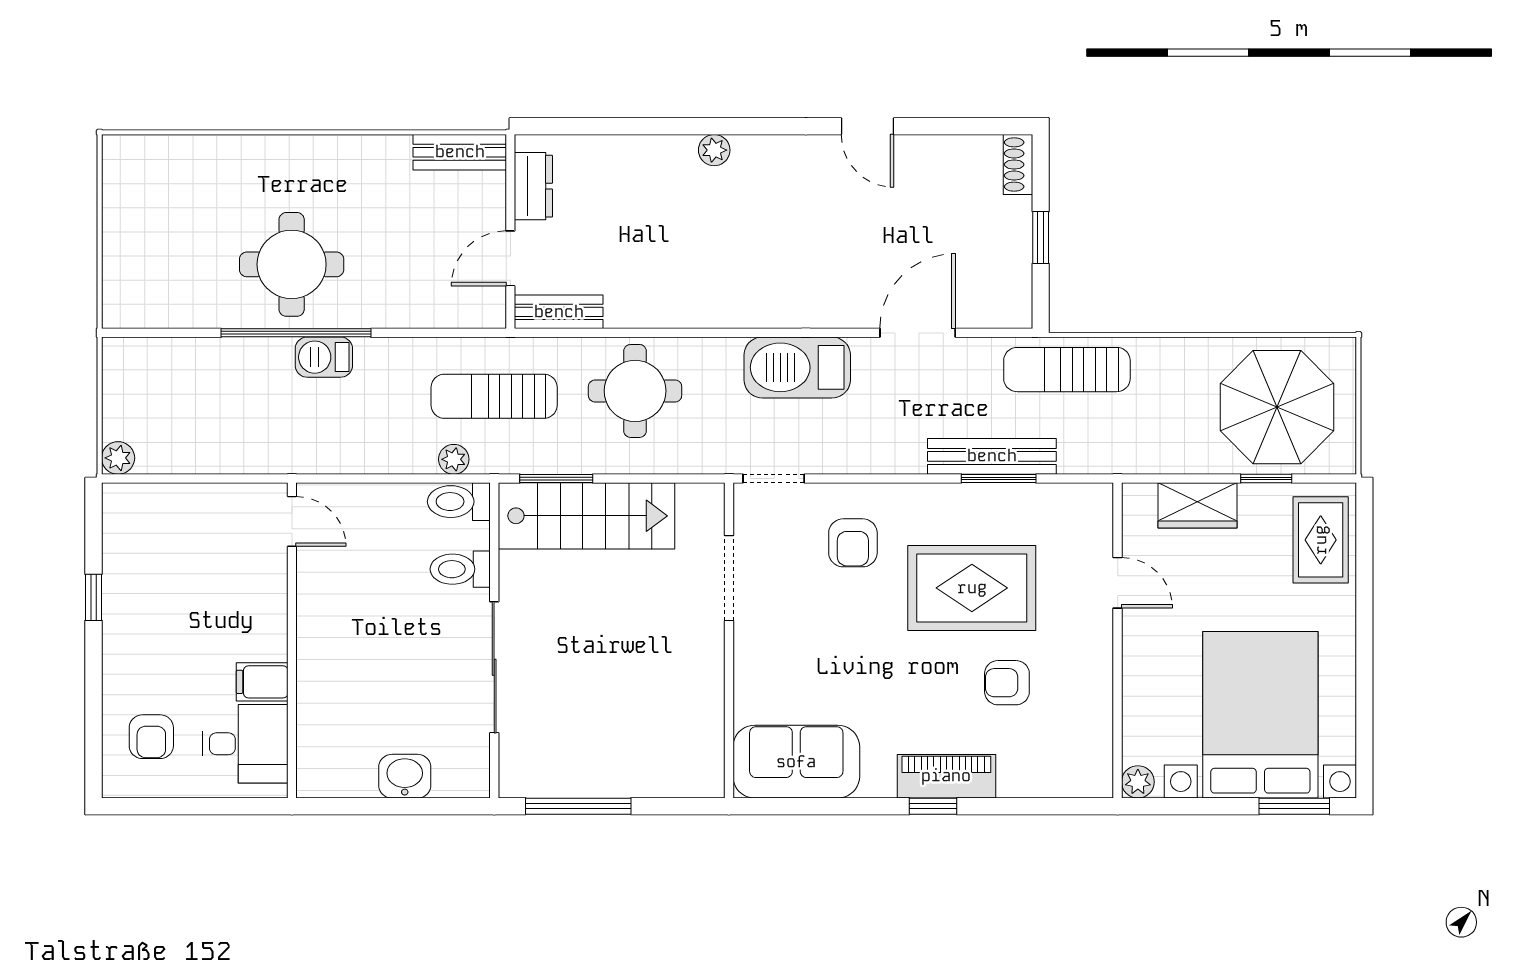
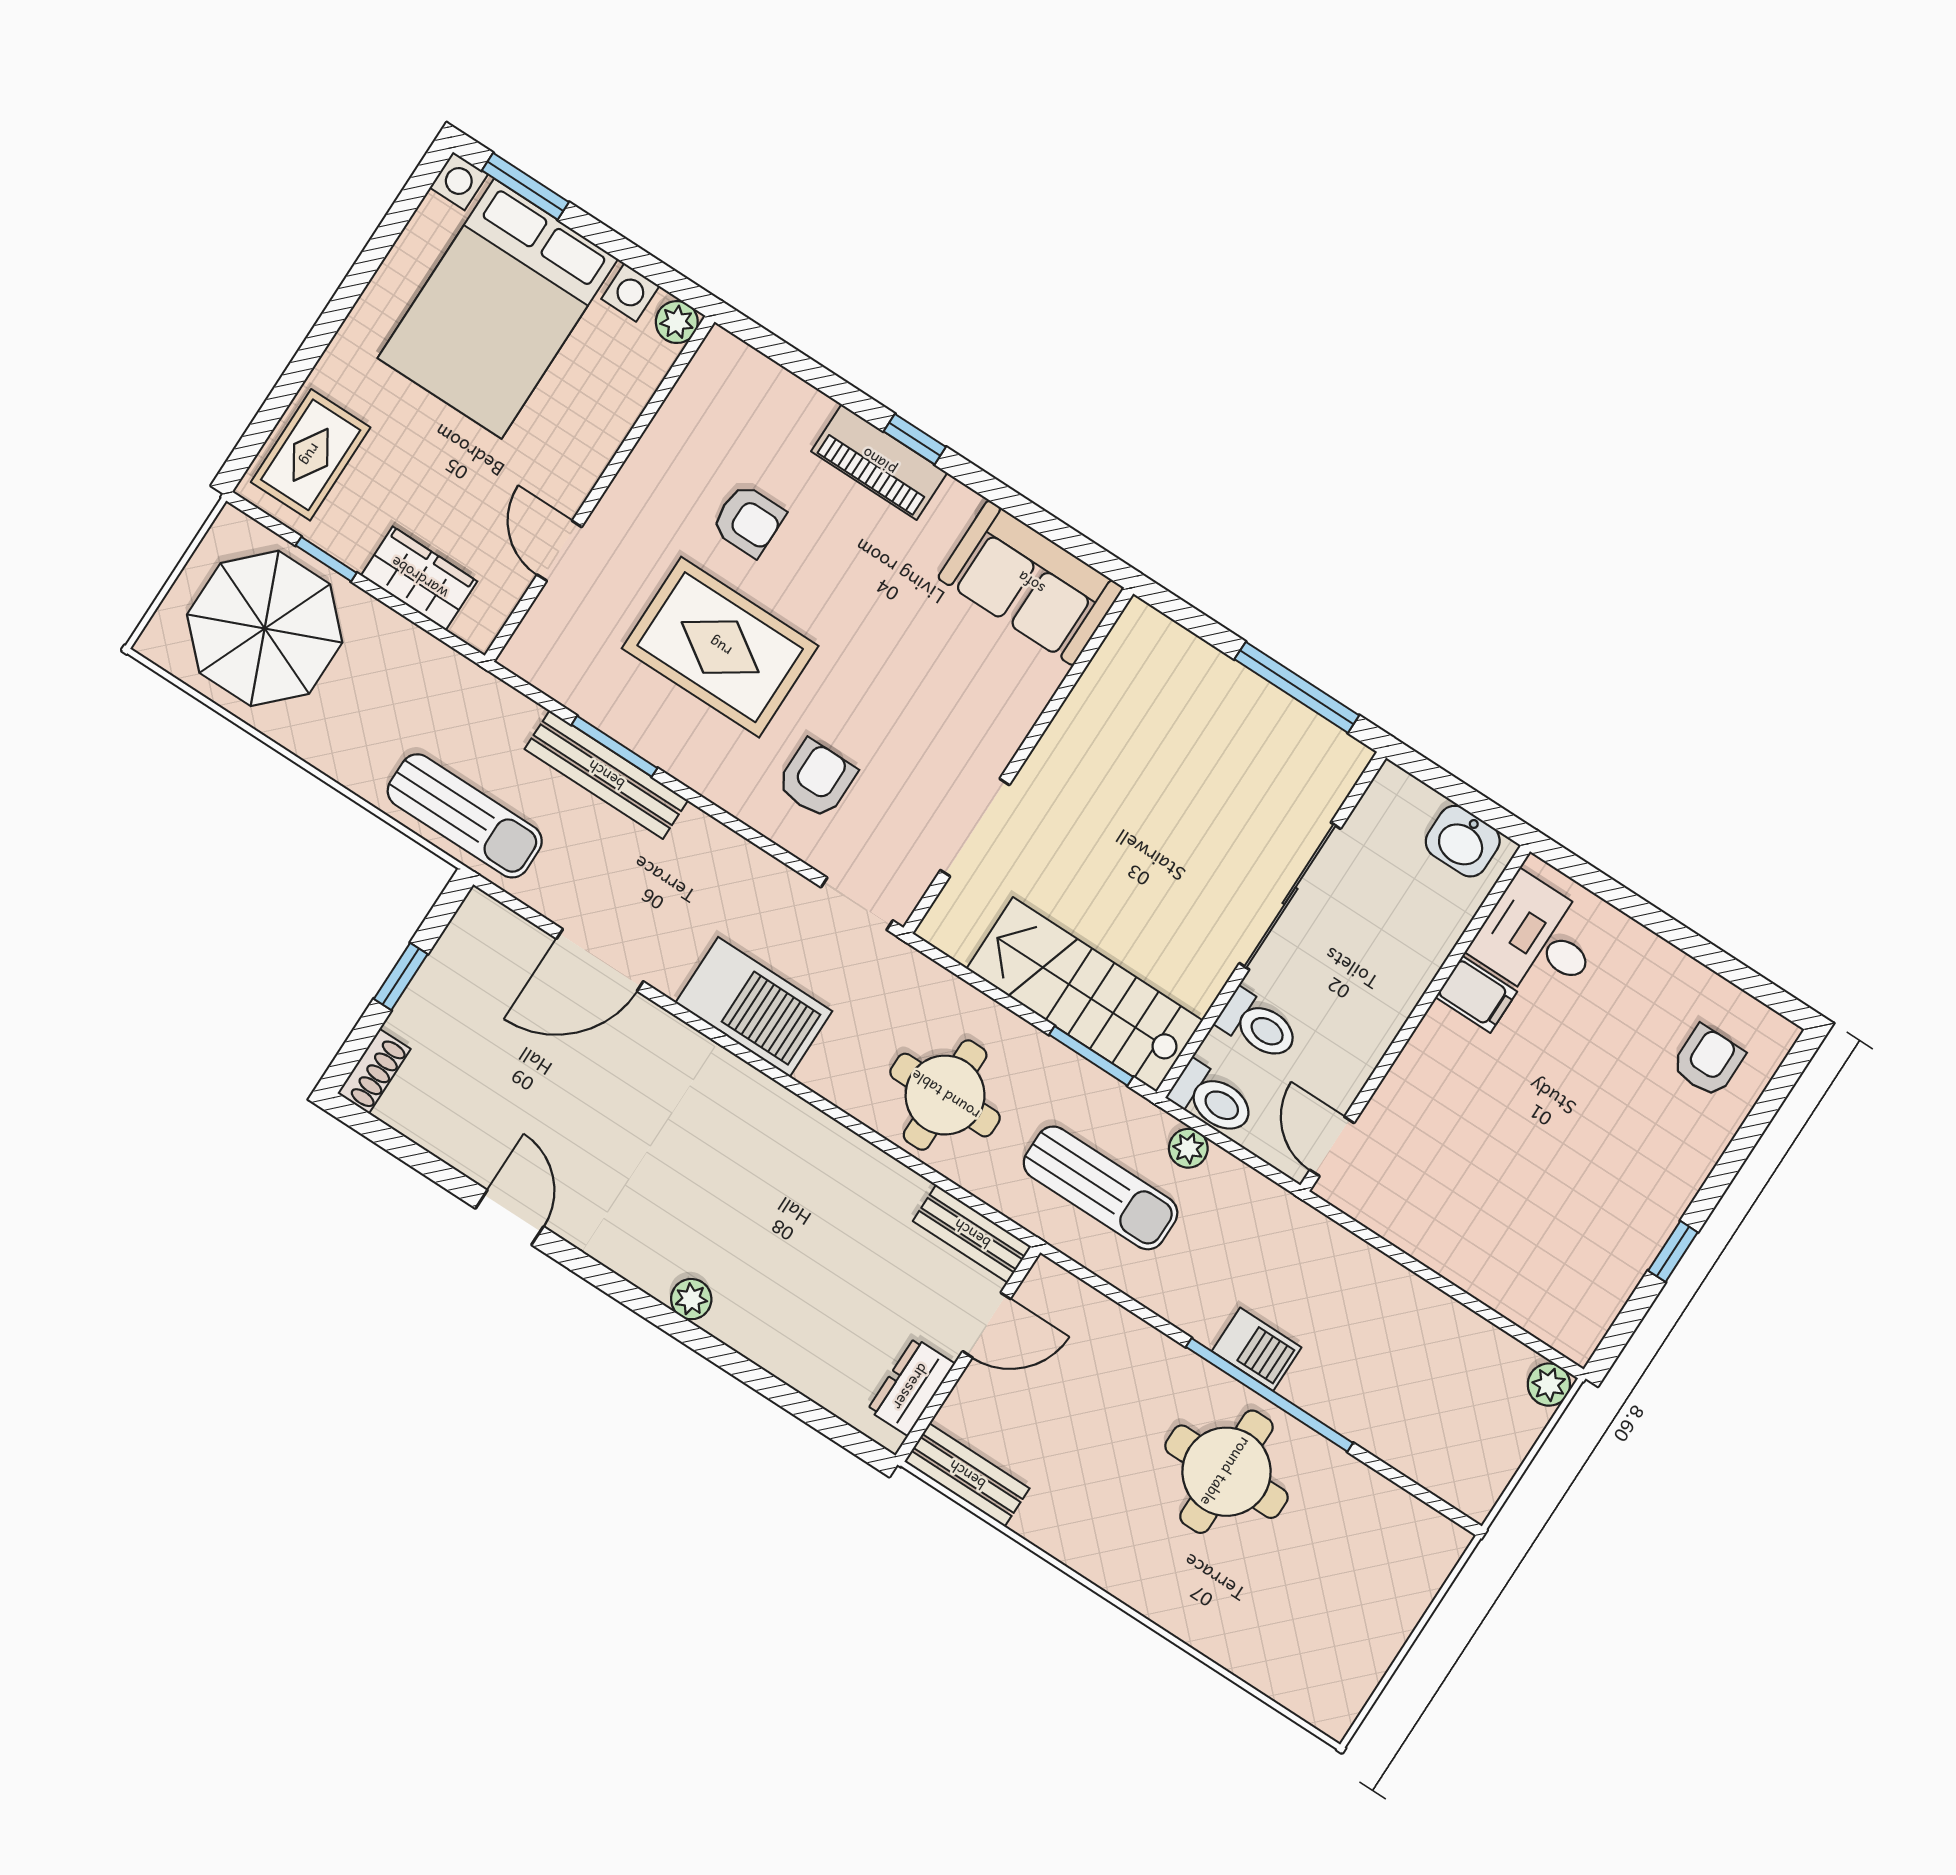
door: (292, 521) -> (1332, 1146), moved
wall: (292, 640) -> (1415, 1018), moved
filing cabinet: (262, 682) -> (1476, 994), moved
desk: (245, 744) -> (1538, 939), moved

